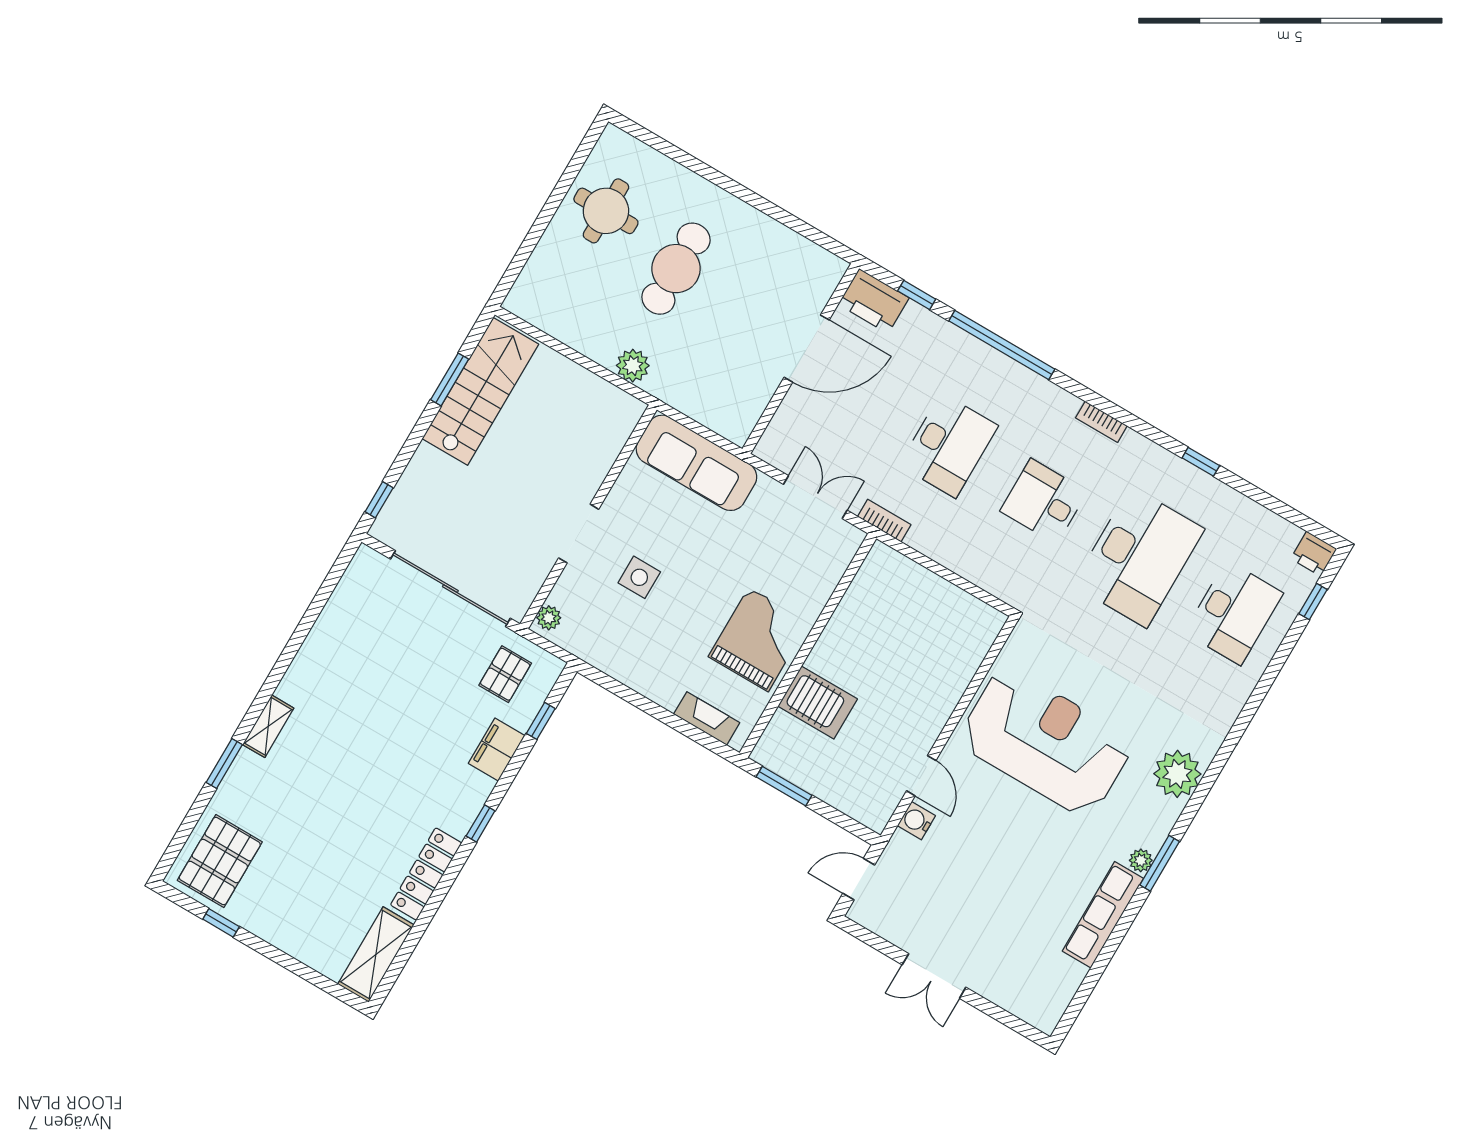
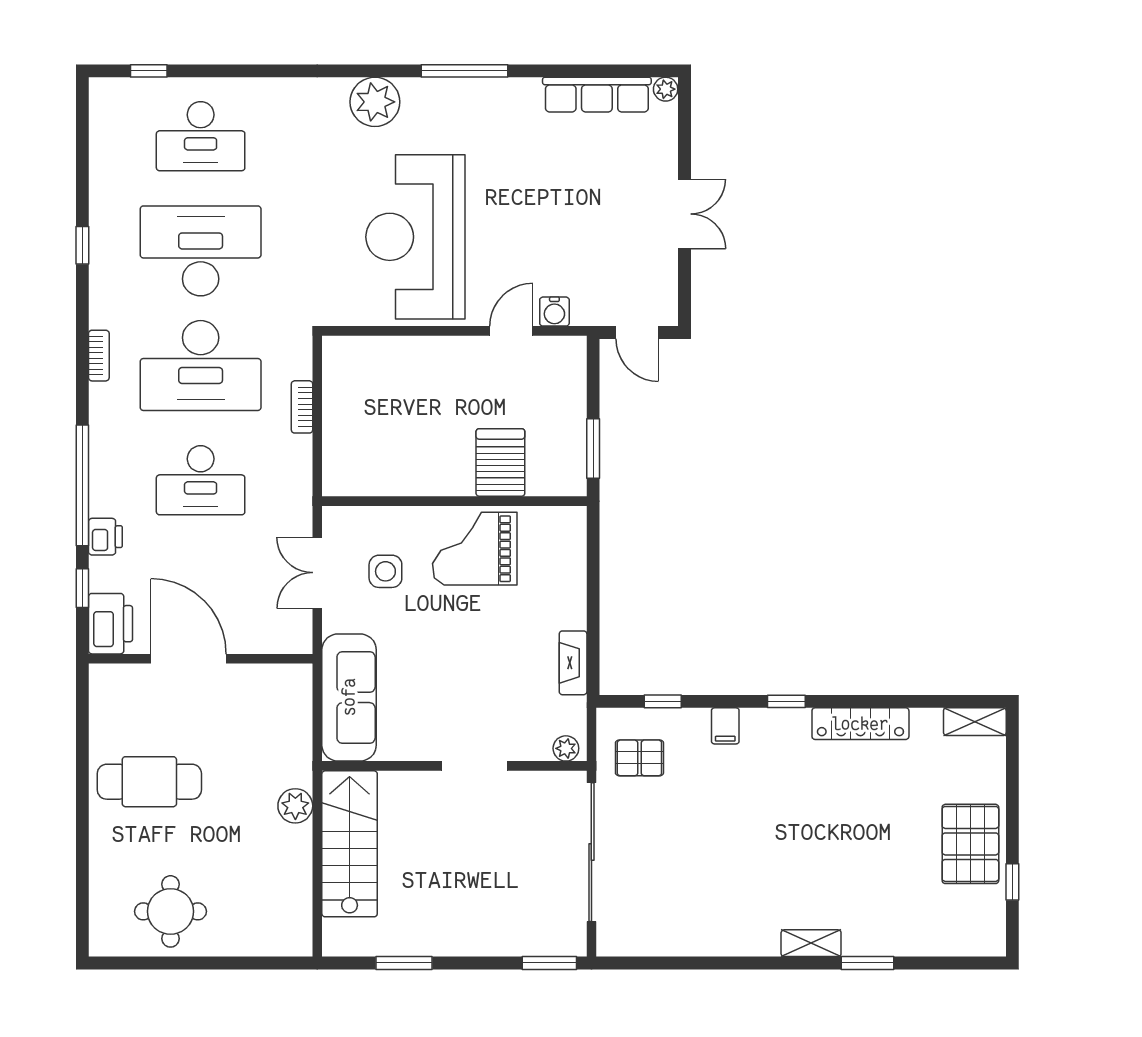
cafe table: (676, 269) -> (149, 782), moved
stairs: (480, 391) -> (350, 844), moved, turned 90
desk: (949, 445) -> (201, 480), turned 180
window: (379, 500) -> (549, 963), width x1.50
desk: (1044, 501) -> (201, 366), width x1.87, depth x1.30
bookcase: (884, 521) -> (302, 407), moved
printer: (1314, 554) -> (105, 537), moved
side table: (639, 577) -> (385, 571), moved
desk: (1234, 613) -> (201, 136), turned 180
fireplace: (707, 718) -> (573, 663), moved
filing cabinet: (497, 749) -> (725, 726), width x0.50
plant: (1141, 860) -> (666, 89), moved
pallet: (220, 861) -> (970, 844), moved, turned 90
window: (1160, 863) -> (465, 71), width x1.44
row of seats: (1103, 915) -> (597, 95), moved
shelving: (376, 955) -> (975, 722), width x0.67, depth x0.75

